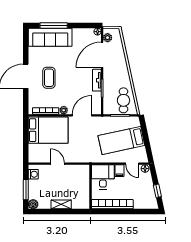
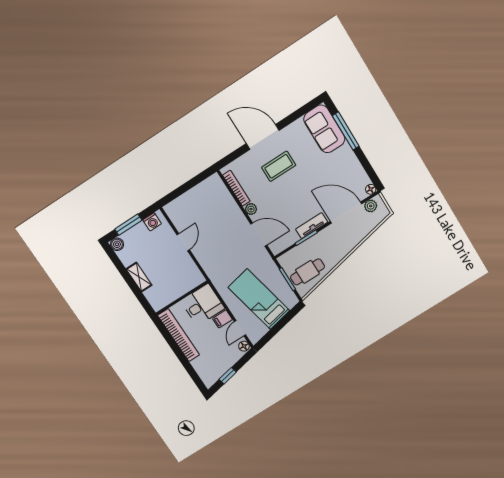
sofa: (50, 37) -> (324, 129), width x0.73
bed: (48, 130) -> (216, 206), removed

